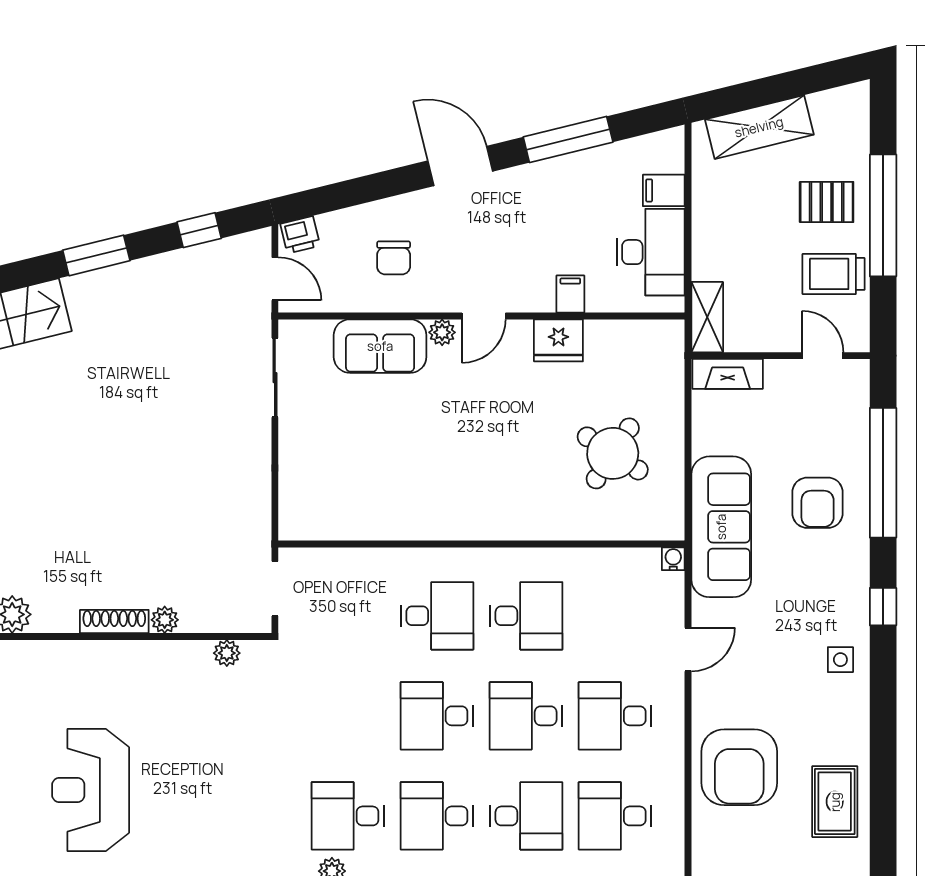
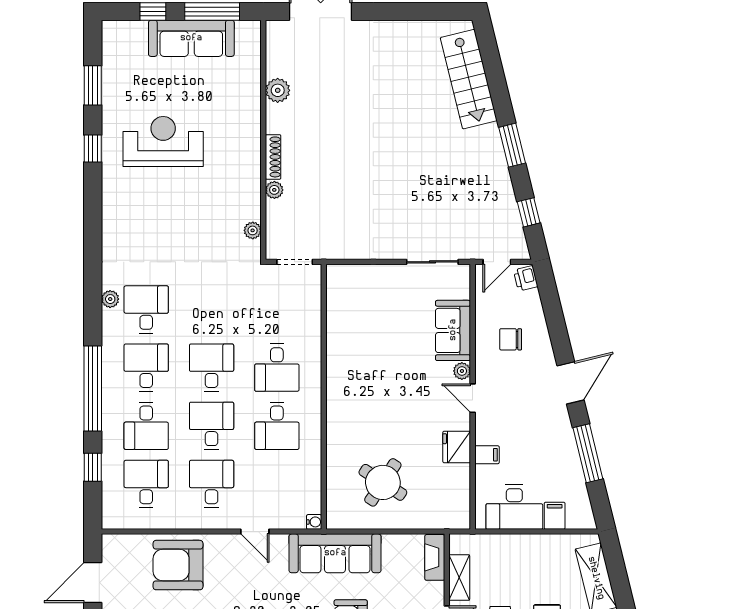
shelving: (707, 317) -> (459, 578), moved, turned 90

